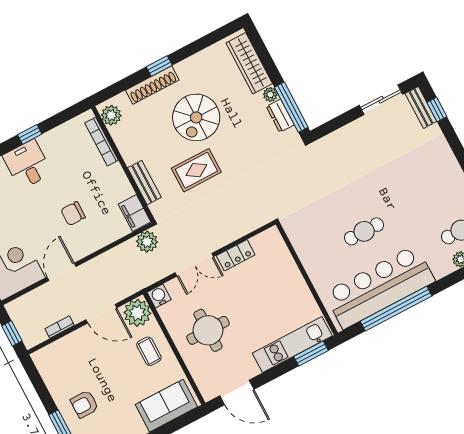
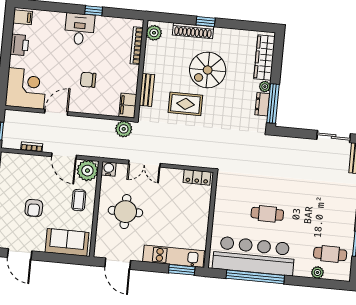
locker: (236, 255) -> (197, 177), moved
armchair: (84, 404) -> (34, 208), moved, turned -90

